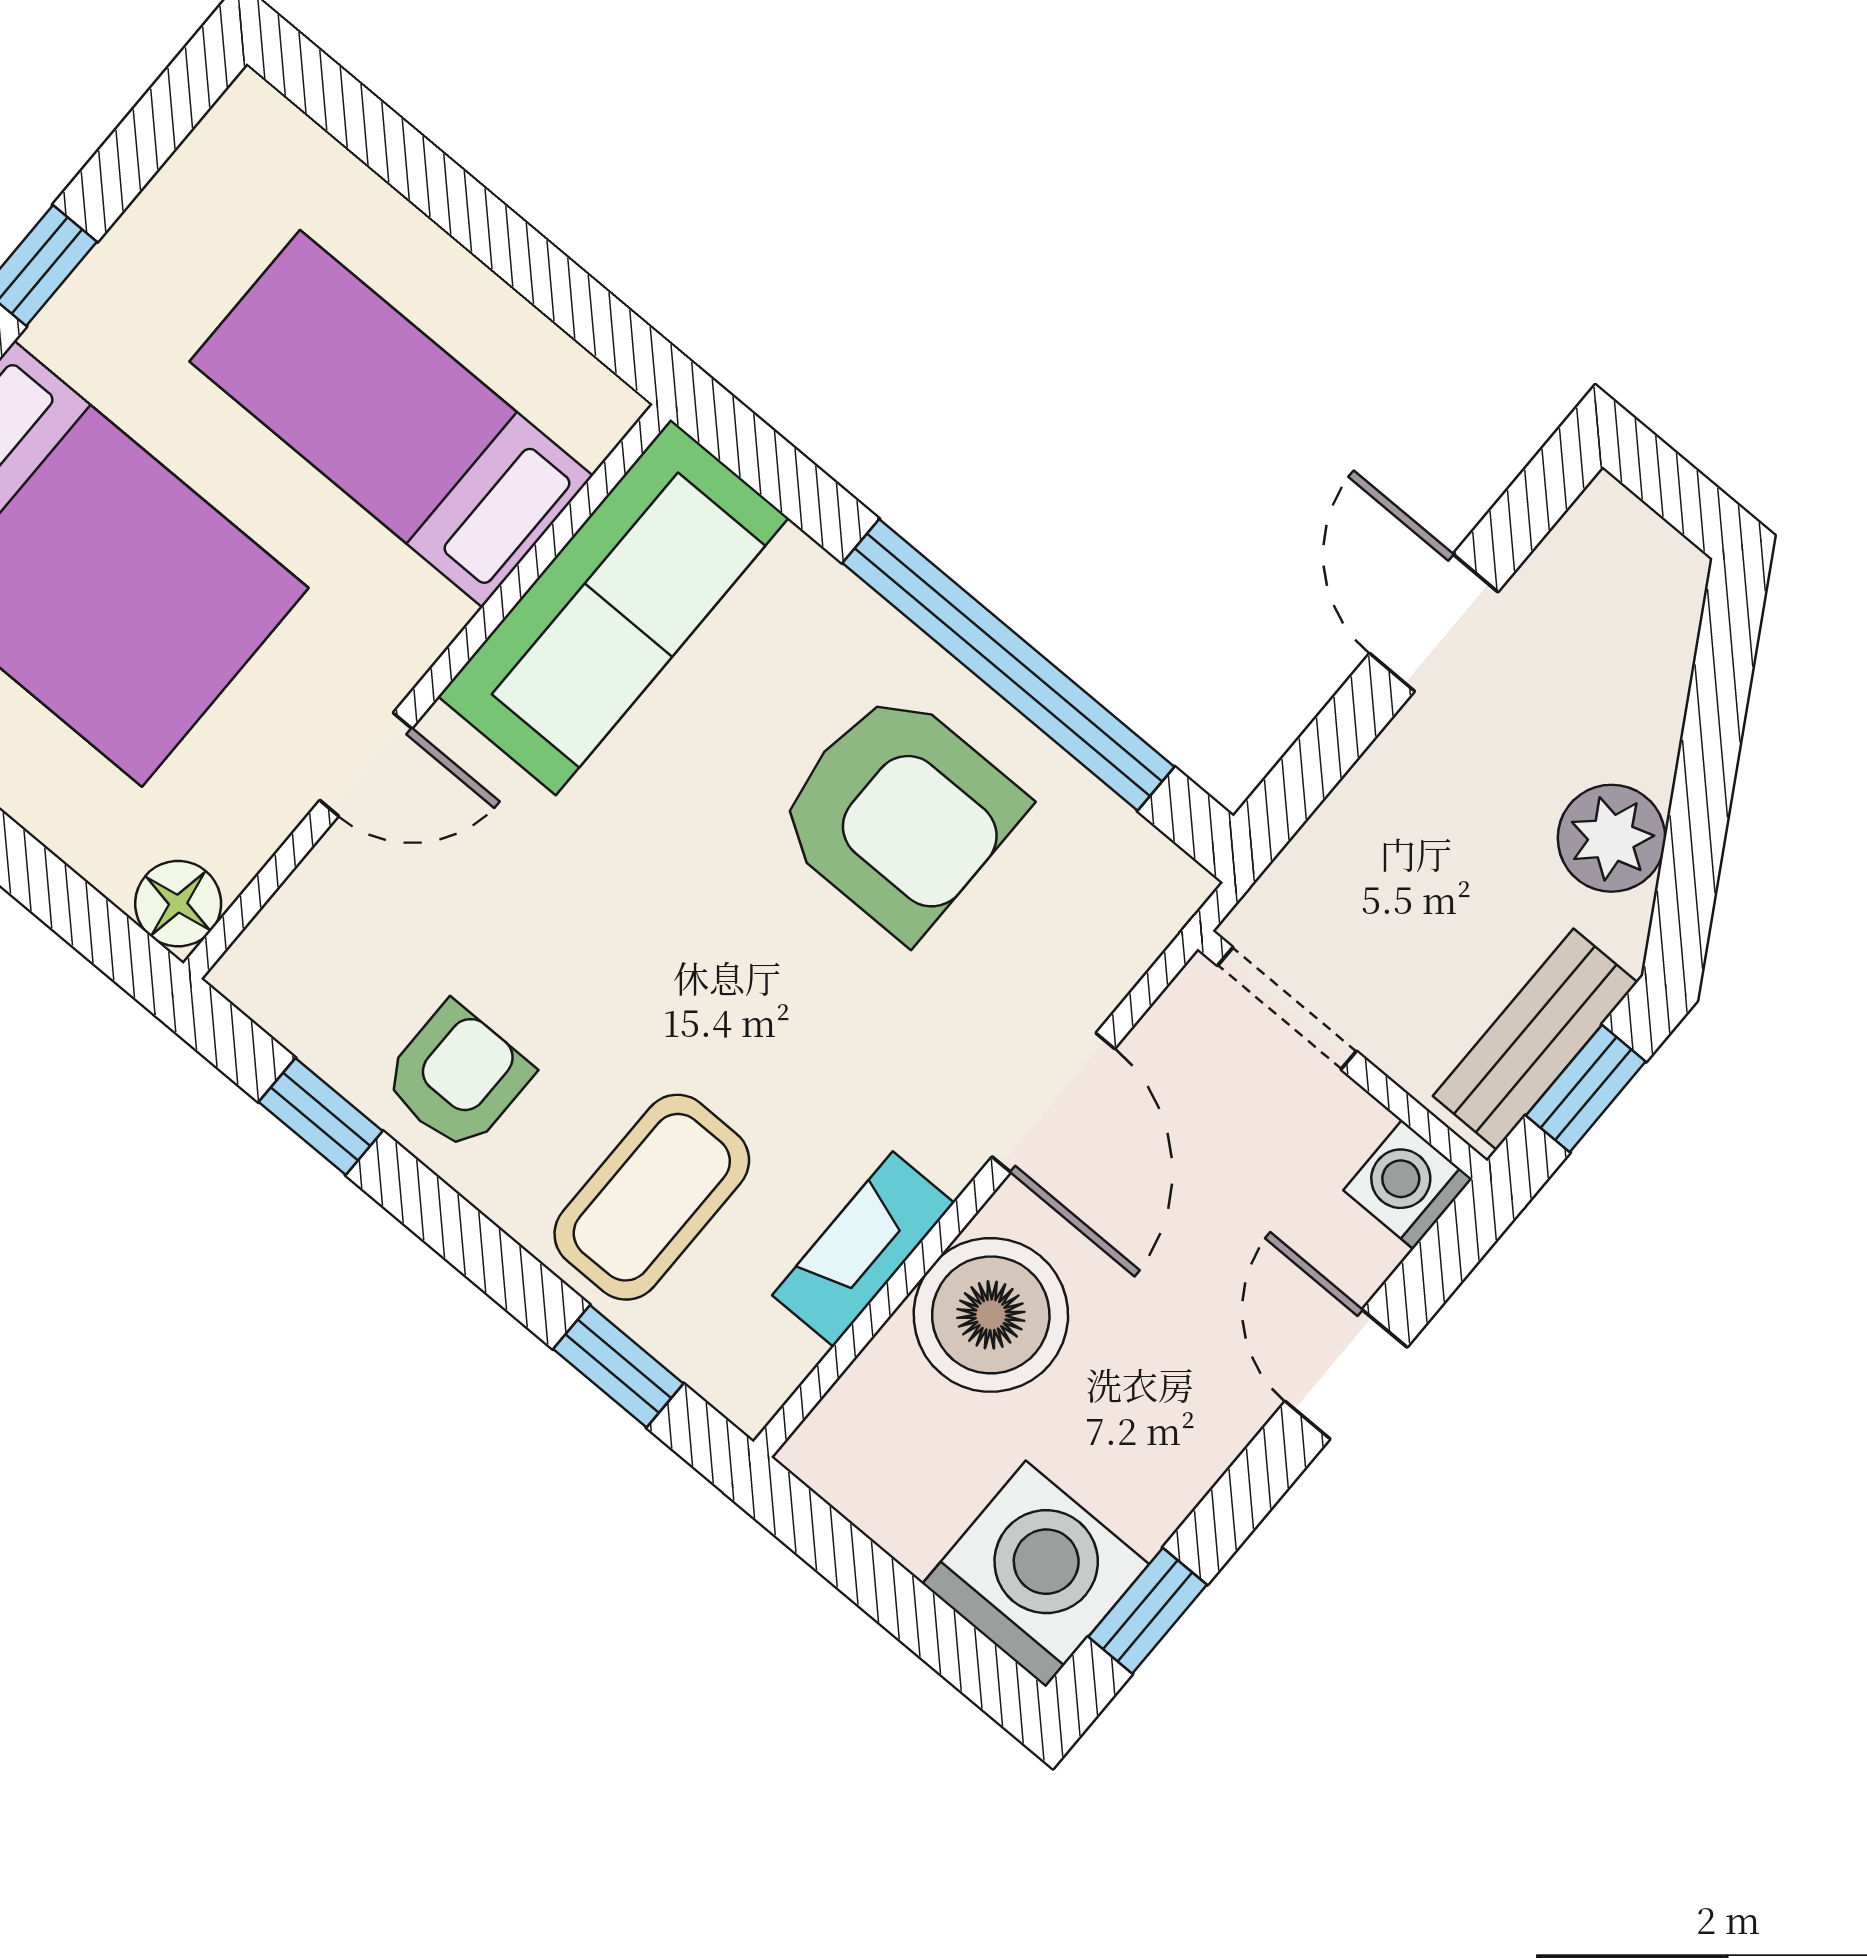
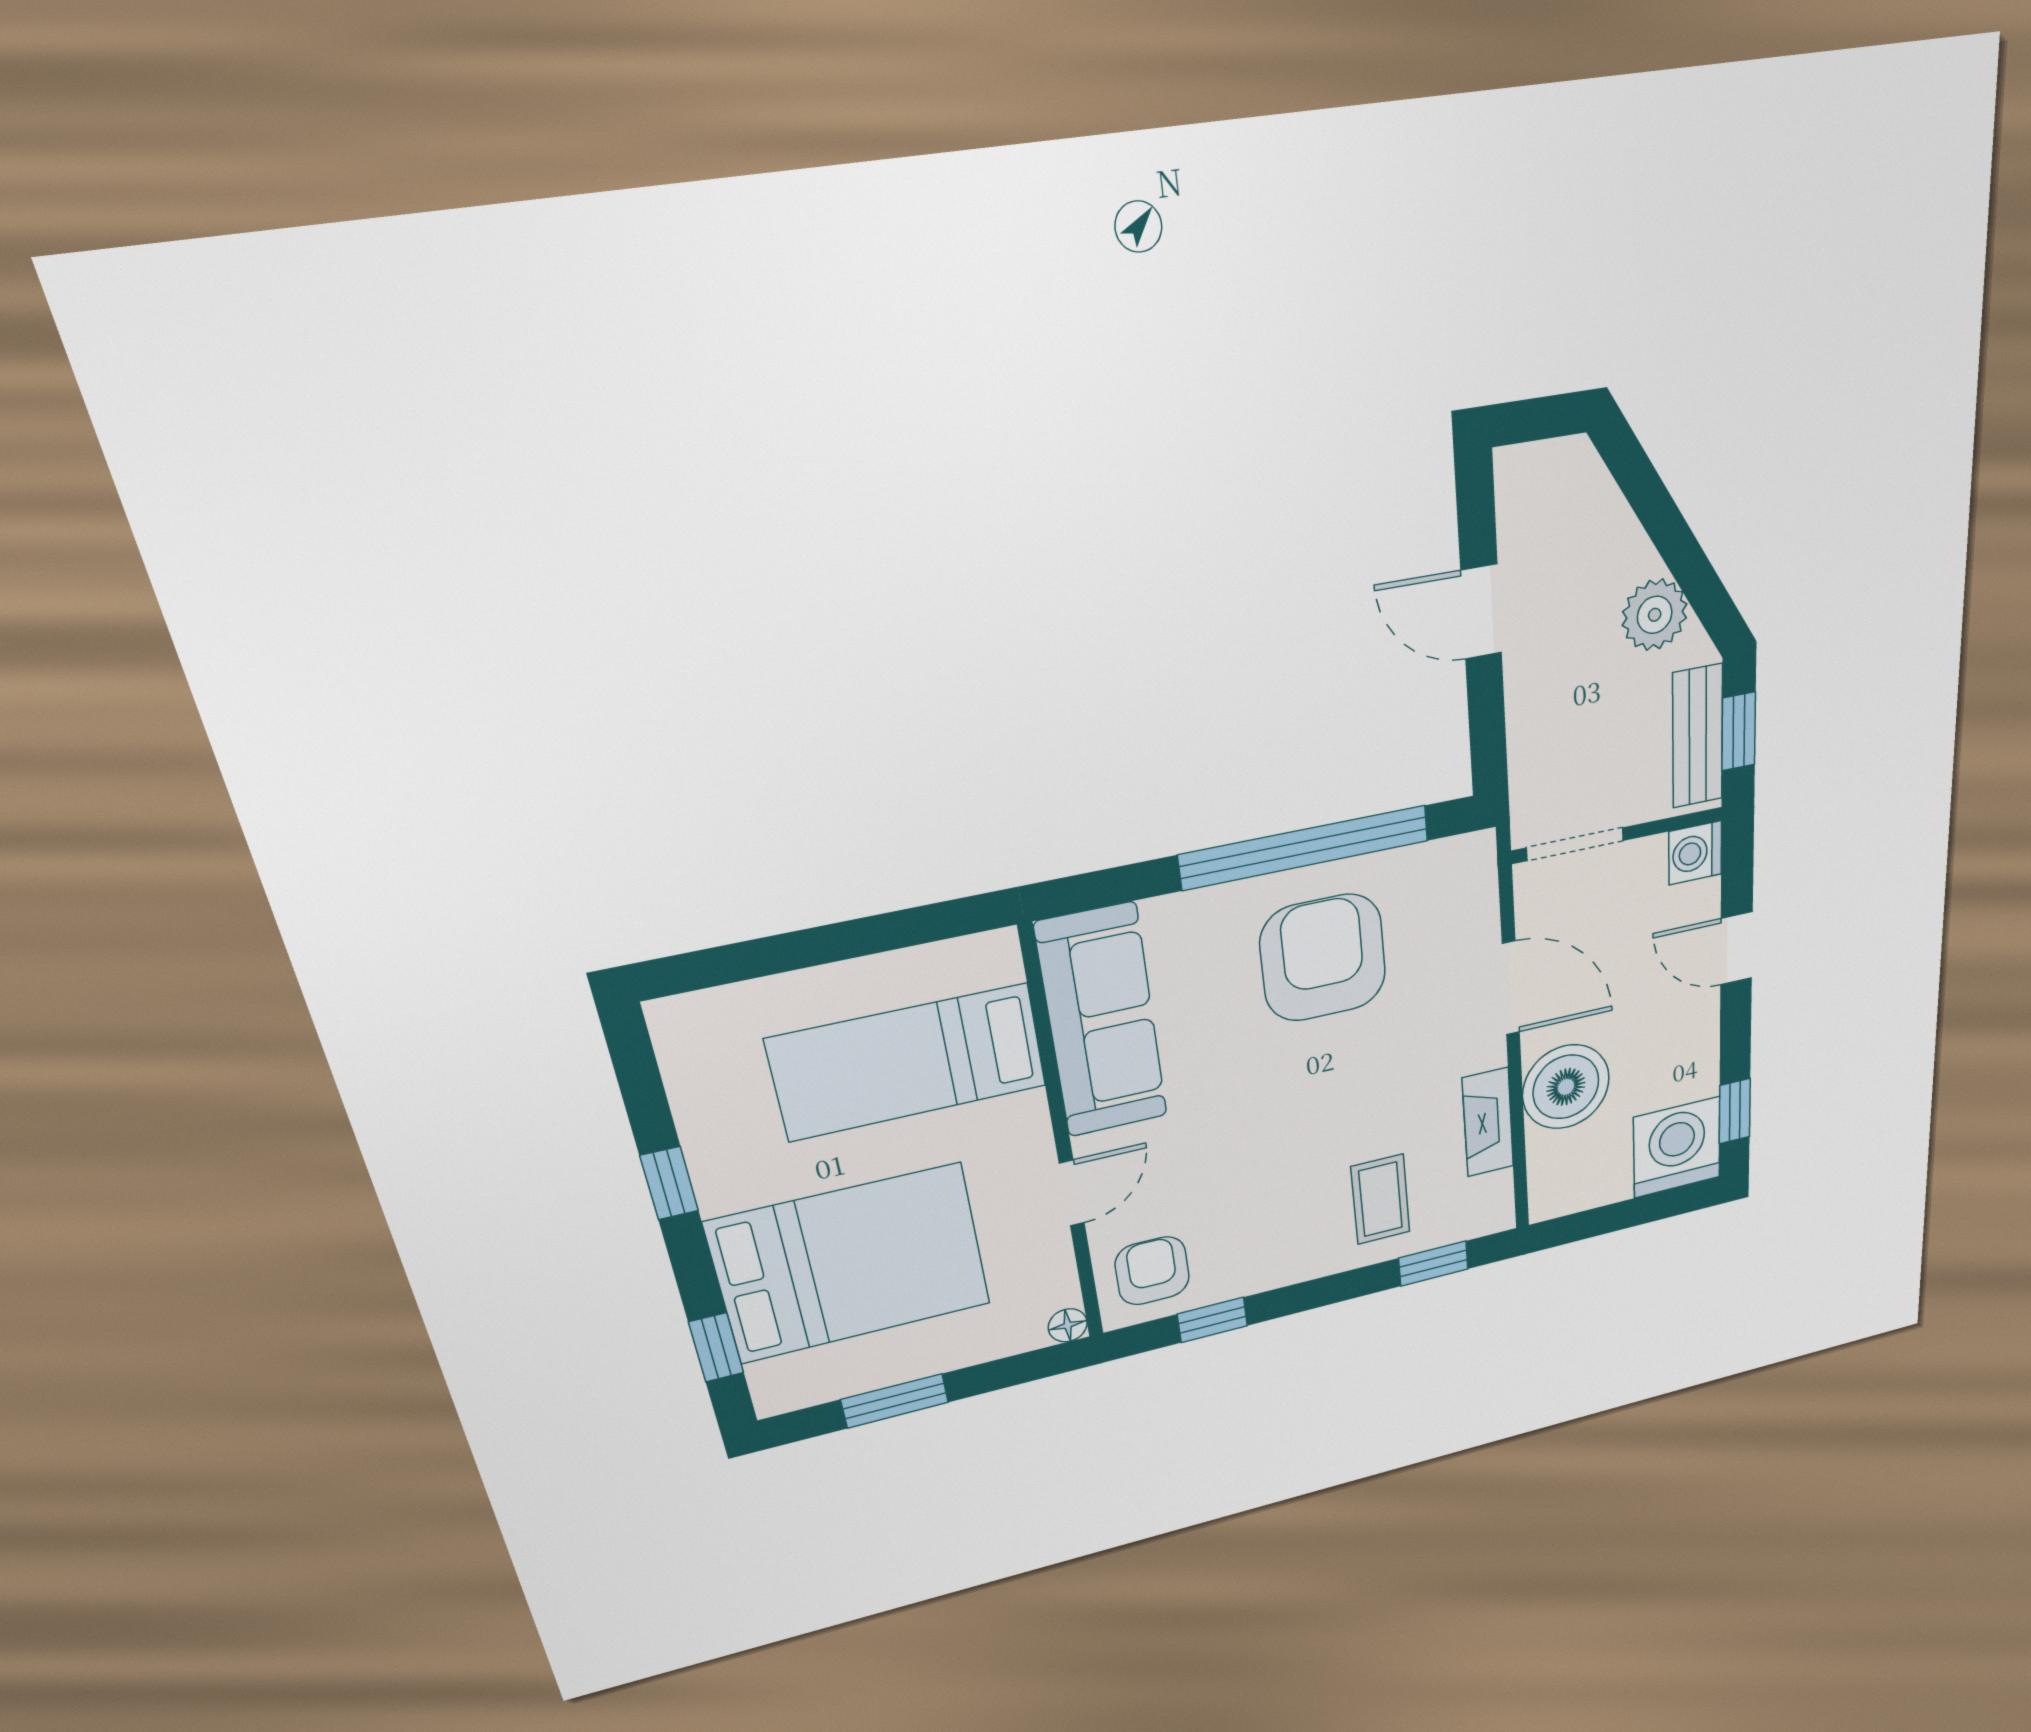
armchair: (899, 814) -> (1323, 958), turned -90
floor lamp: (178, 904) -> (1068, 1325), width x0.73, depth x0.73
armchair: (457, 1077) -> (1152, 1271), moved
coffee table: (652, 1197) -> (1380, 1199), width x0.73, depth x0.77

